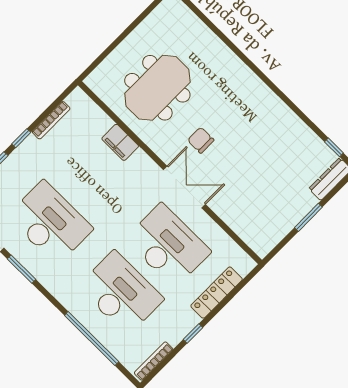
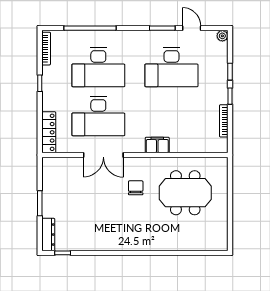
meeting table: (157, 88) -> (185, 193), turned 90
chair: (201, 140) -> (136, 188), turned -90
filing cabinet: (120, 142) -> (157, 145), moved
double door: (184, 187) -> (103, 155), moved
locker: (217, 293) -> (49, 132), moved

